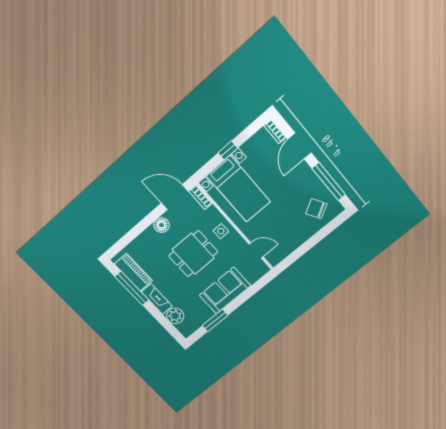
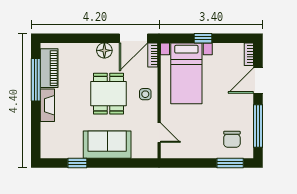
door: (175, 197) -> (133, 38), swing flipped
chair: (316, 209) -> (232, 139), turned -150
window: (330, 228) -> (230, 163), added
dining table: (193, 254) -> (108, 94), turned 90
plant: (175, 316) -> (49, 132), removed
window: (215, 320) -> (77, 163), width x0.67

